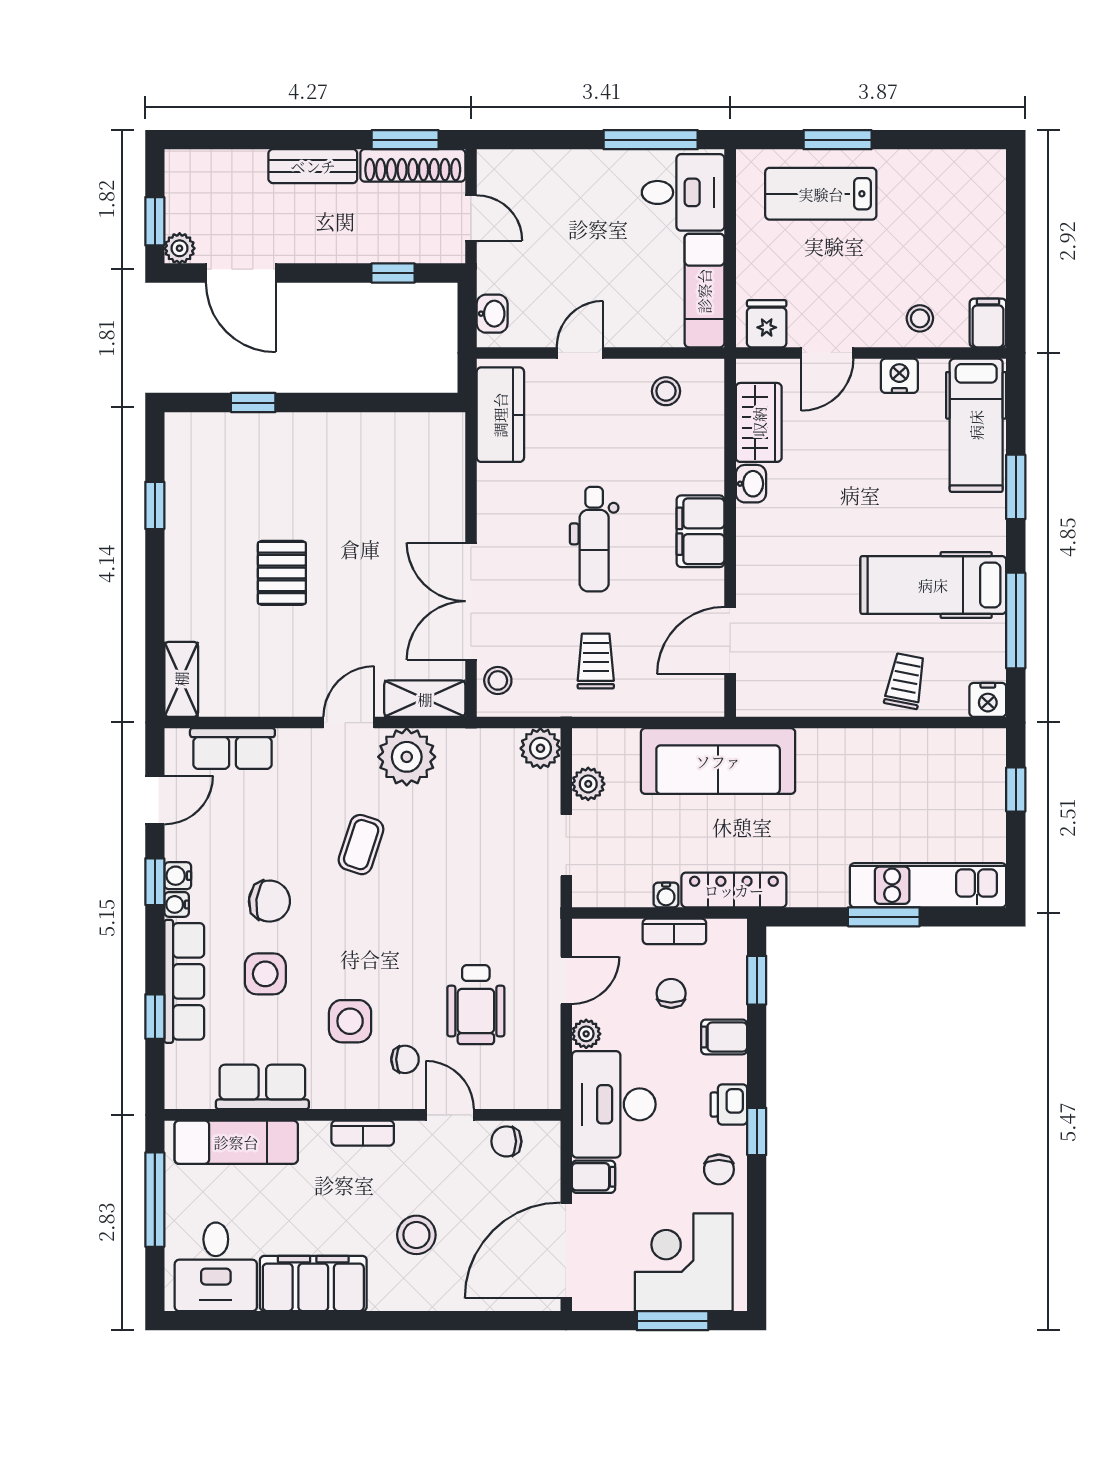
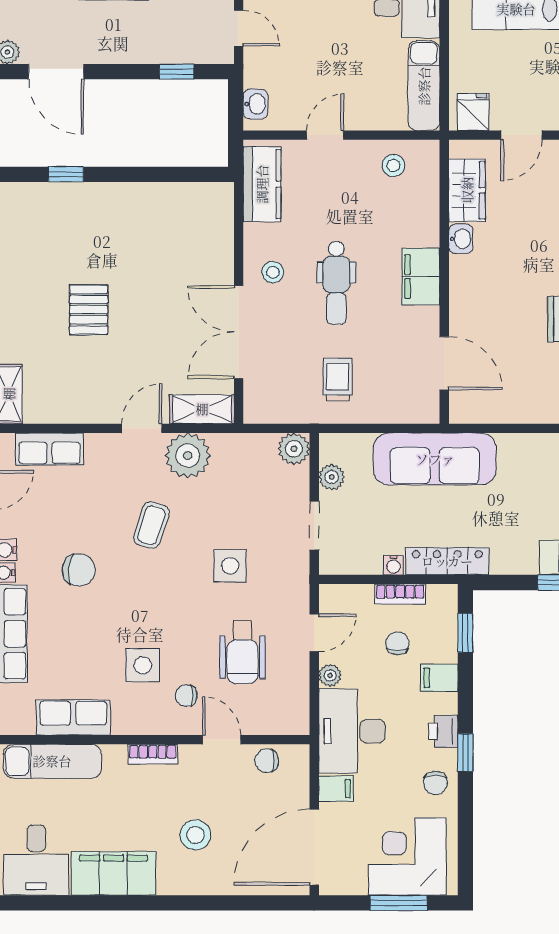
door: (730, 641) -> (444, 363), swing flipped
stool: (498, 680) -> (273, 272), moved
side table: (265, 974) -> (230, 566), moved
chair: (405, 1059) -> (186, 696), turned 180

